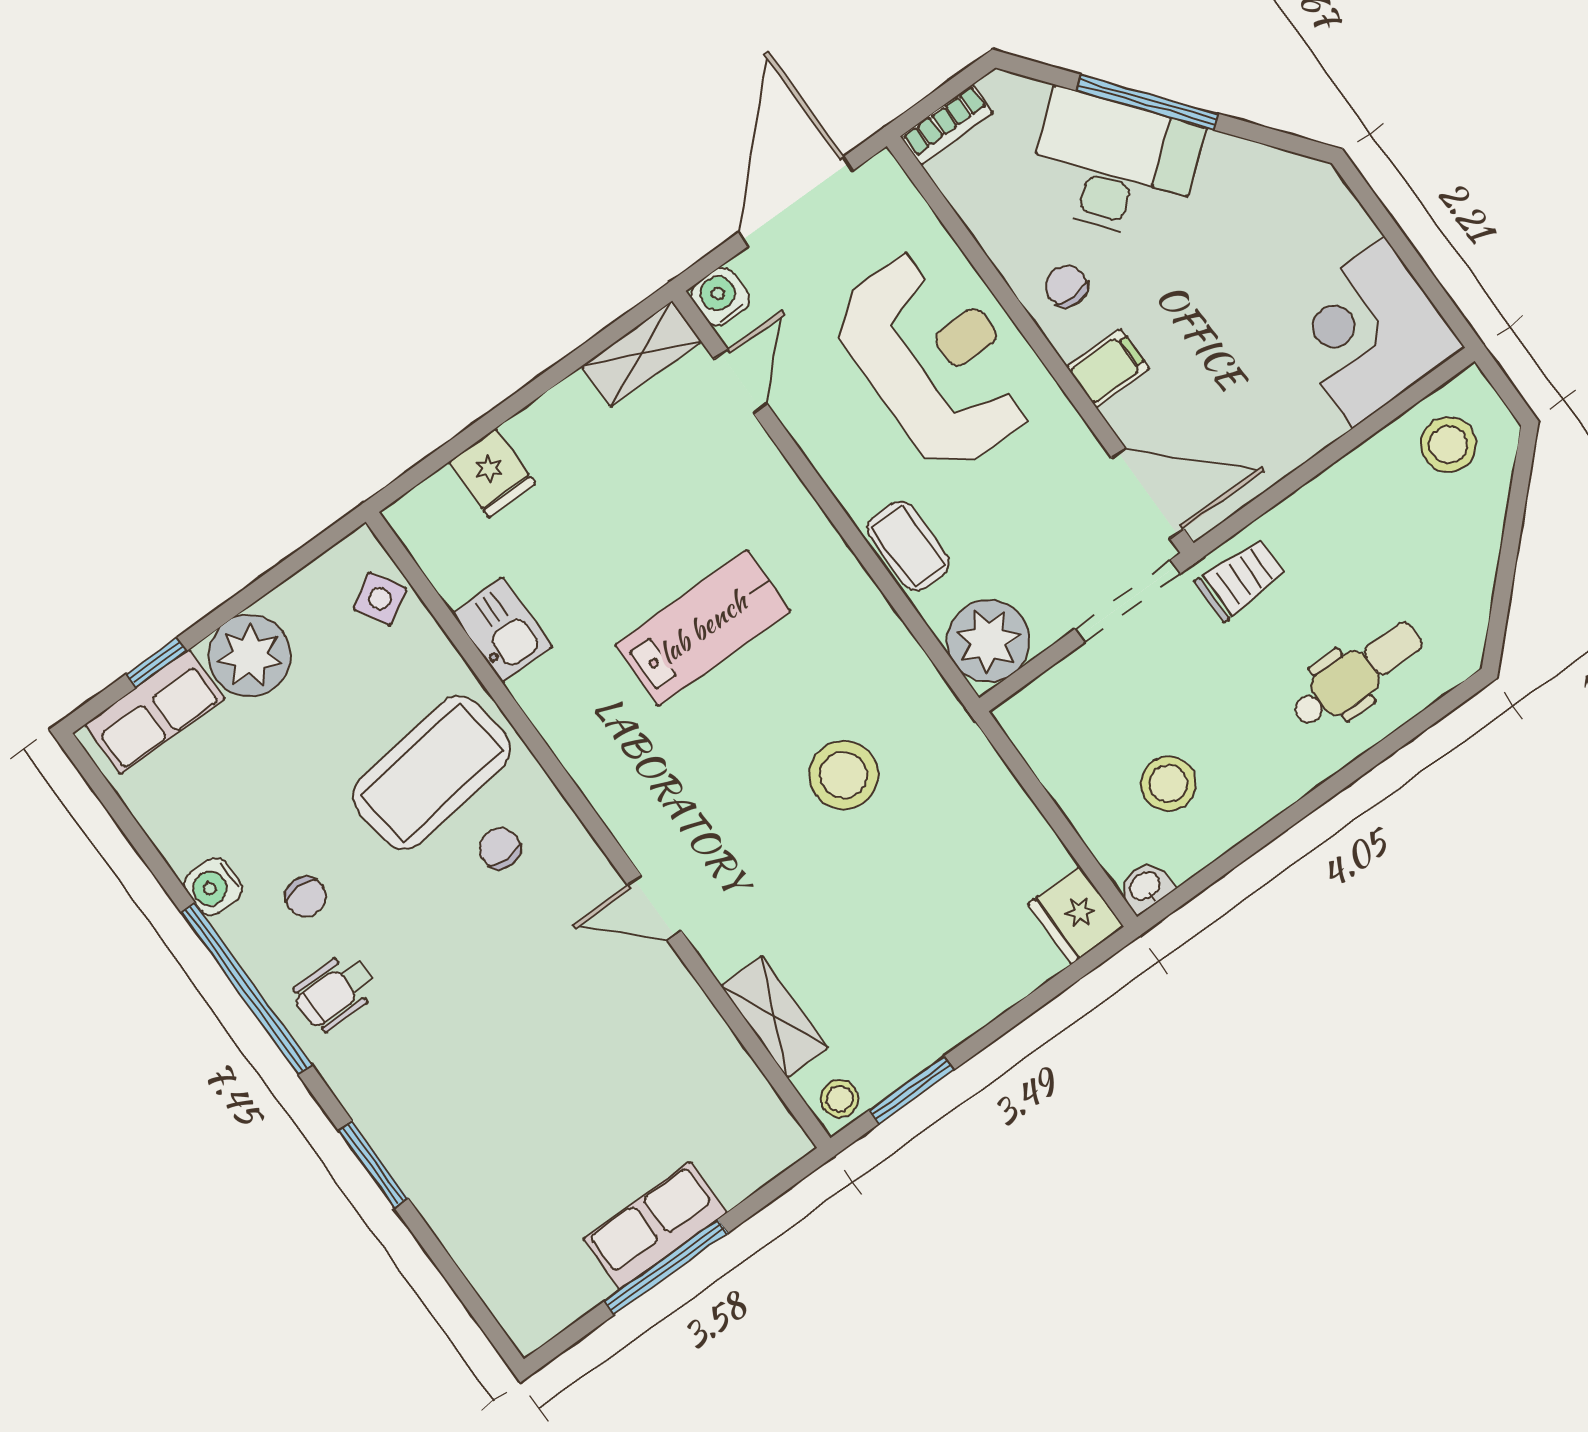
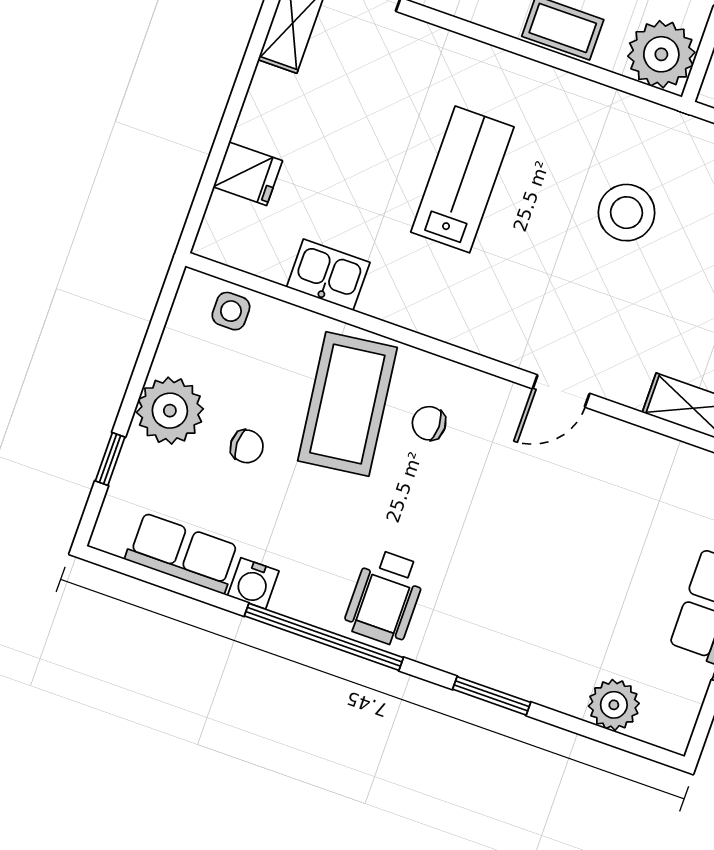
side table: (380, 599) -> (231, 311), turned 31
row of seats: (155, 712) -> (182, 553), moved, turned -90
chair: (306, 897) -> (247, 446), moved
wheelchair: (335, 992) -> (385, 597), width x1.36, depth x1.37
plant: (489, 1258) -> (614, 705), added

